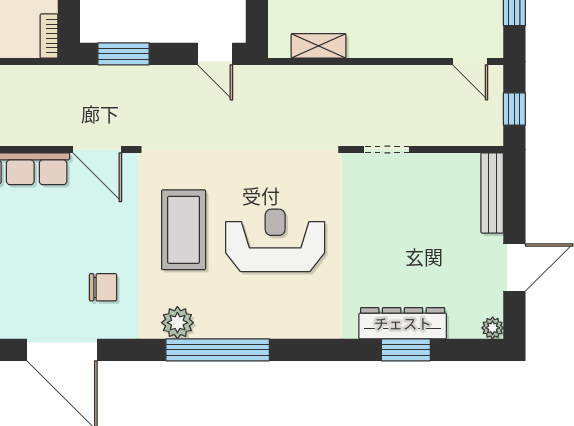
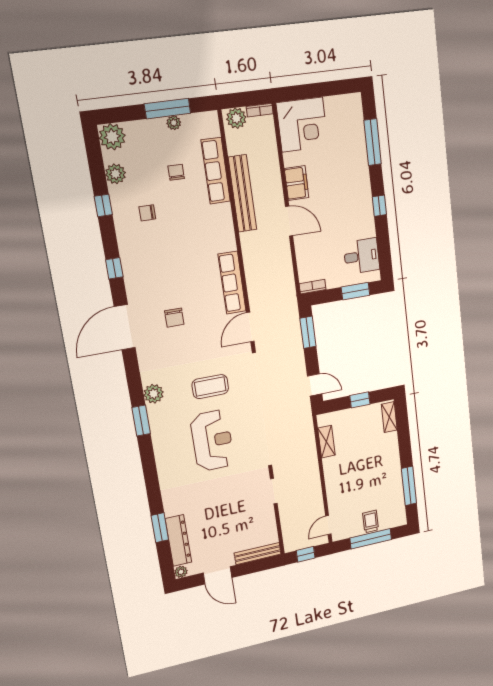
door: (215, 54) -> (315, 385), swing flipped
coffee table: (184, 230) -> (210, 387), width x0.73, depth x0.76
chair: (103, 287) -> (174, 318), moved
dresser: (403, 323) -> (178, 540), moved
window: (218, 350) -> (141, 421), width x0.47

